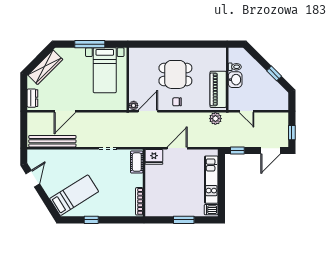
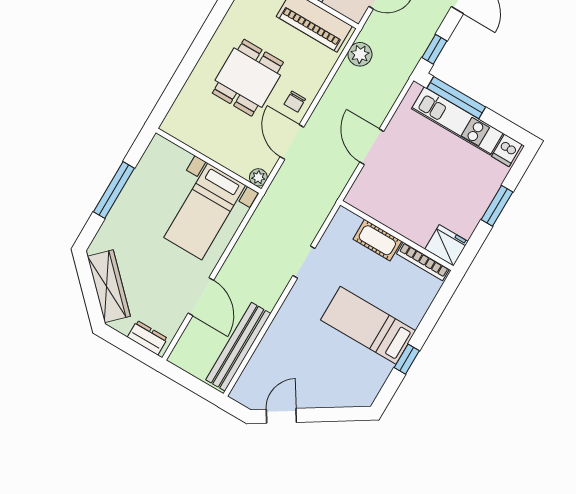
bed with nightstands: (105, 70) -> (205, 211), moved, turned 90
door: (148, 111) -> (292, 142), moved
fridge: (154, 157) -> (446, 245), moved, turned -90
cot: (137, 162) -> (377, 240), moved
window: (221, 173) -> (456, 98), added
door: (33, 179) -> (281, 416), hinge flipped
bed: (74, 195) -> (368, 325), moved, turned -58

